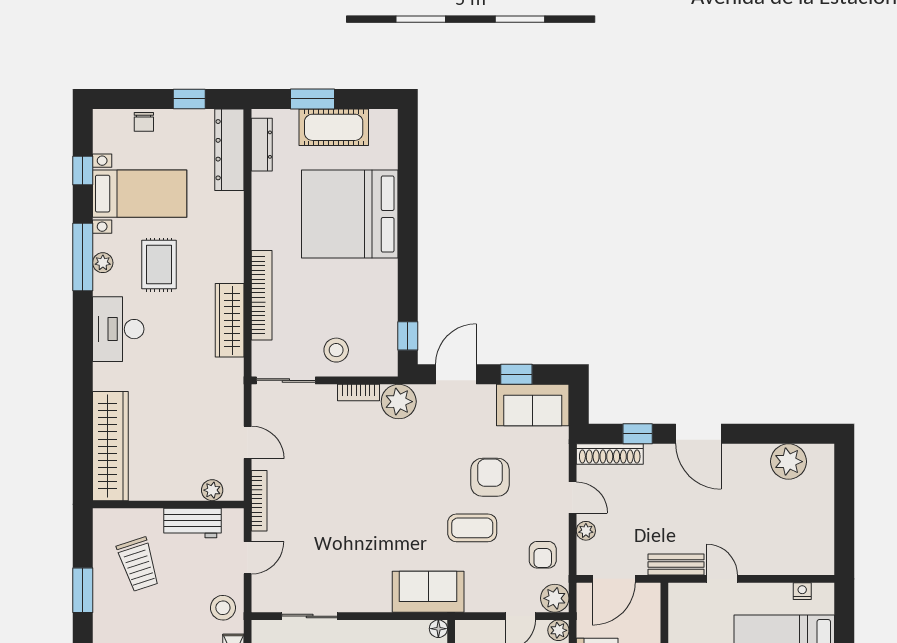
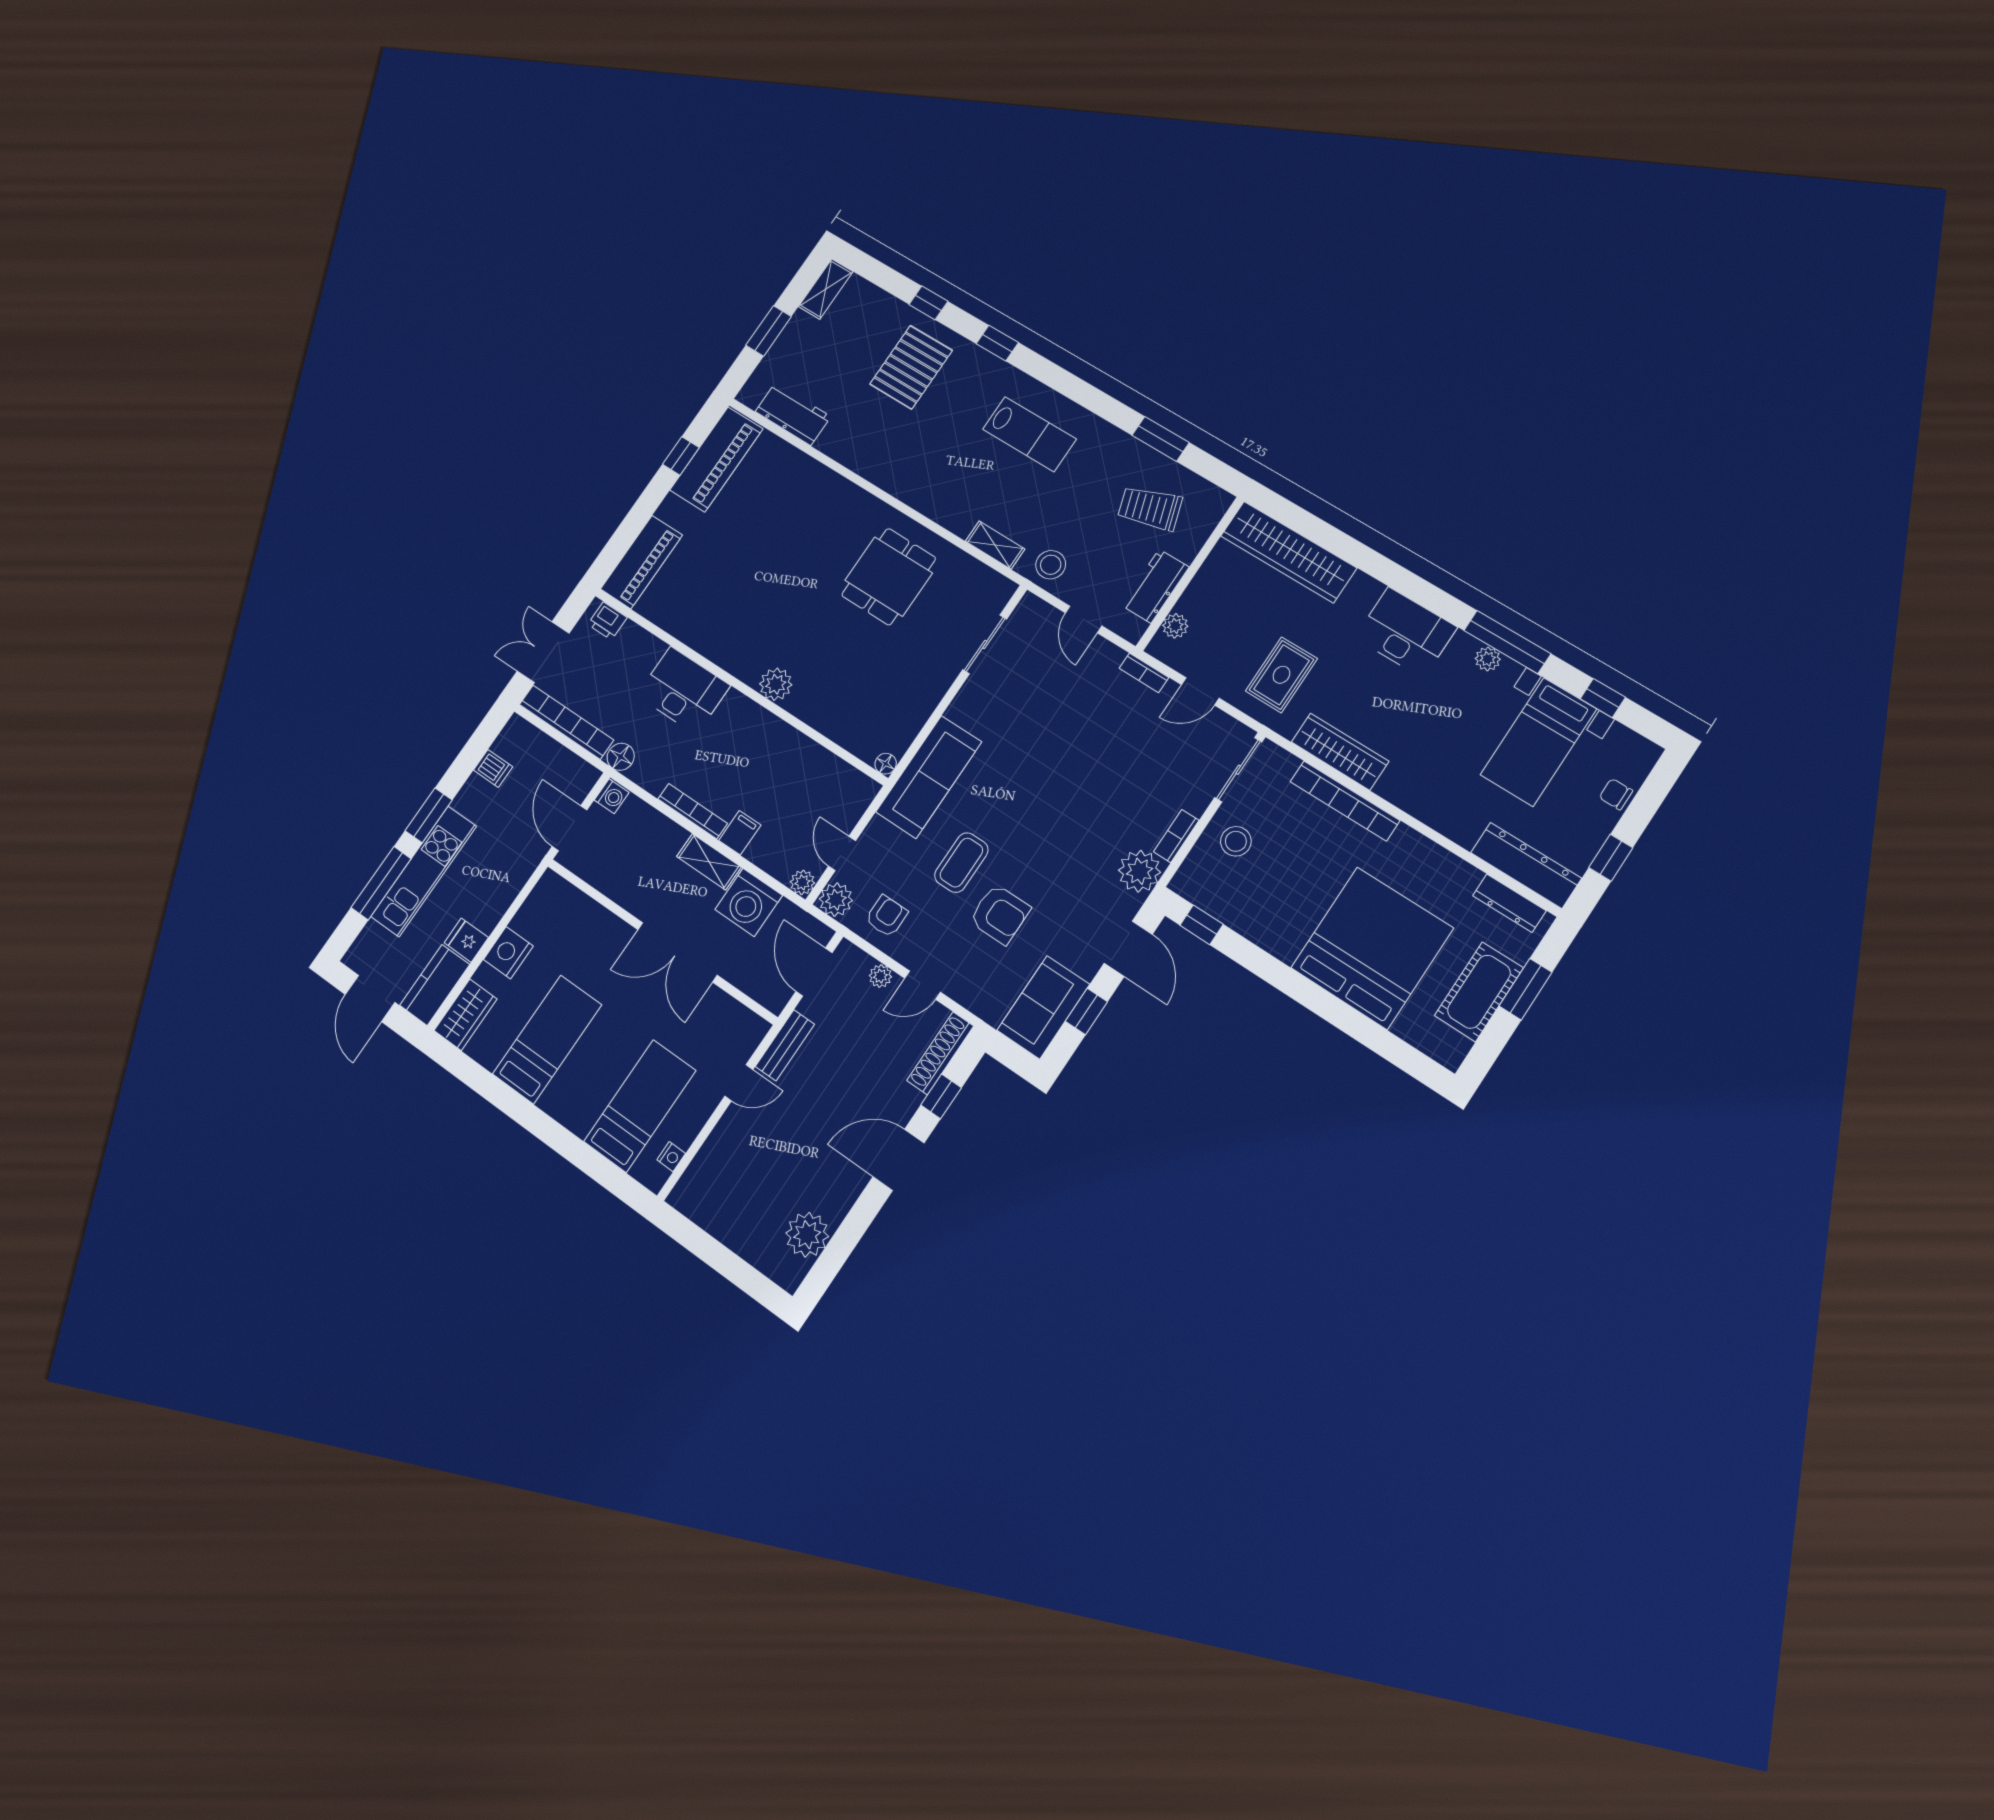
rug: (159, 265) -> (1281, 675), moved, turned 90
bookcase: (259, 501) -> (1144, 673), width x0.64
armchair: (543, 555) -> (887, 916), turned 90
sofa: (428, 592) -> (929, 777), width x1.36

